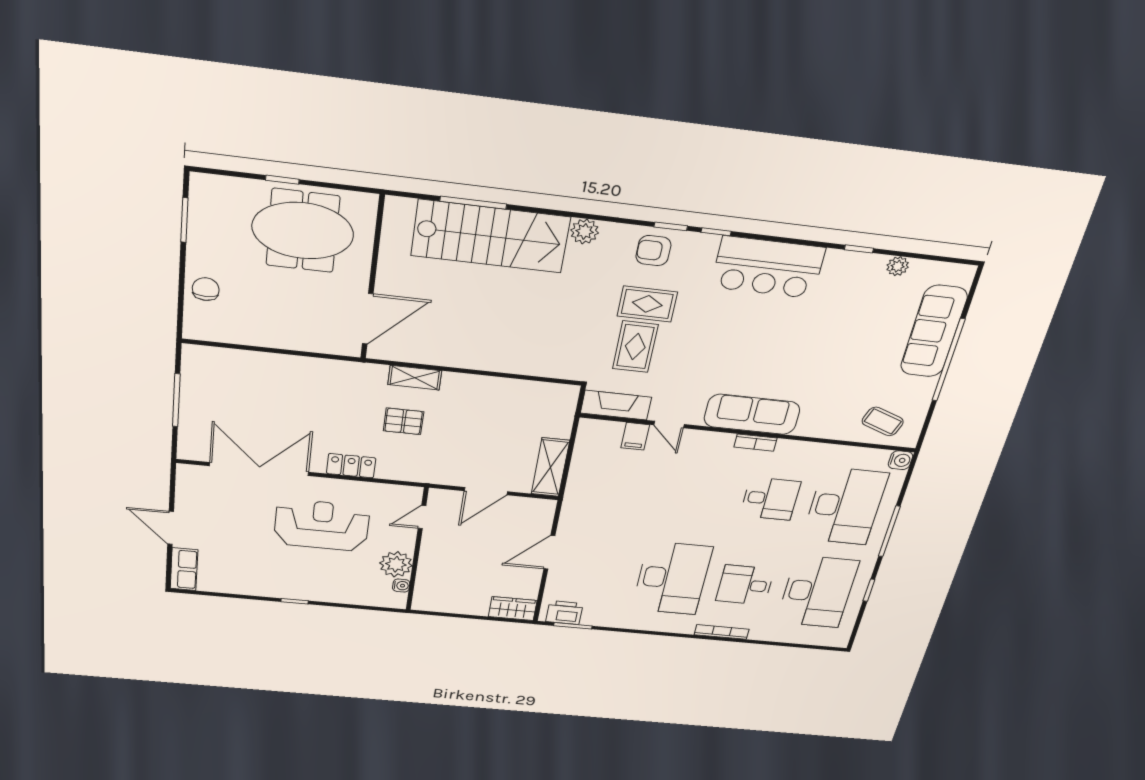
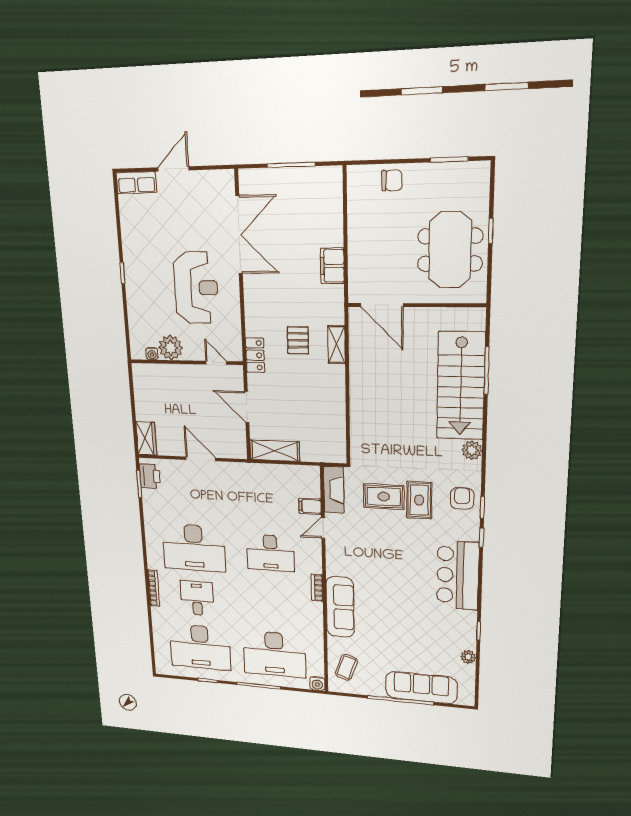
filing cabinet: (310, 370) -> (332, 266), added
sofa: (752, 414) -> (340, 607), moved
locker: (351, 466) -> (255, 355), moved
desk: (770, 499) -> (270, 553), moved, width x1.37

